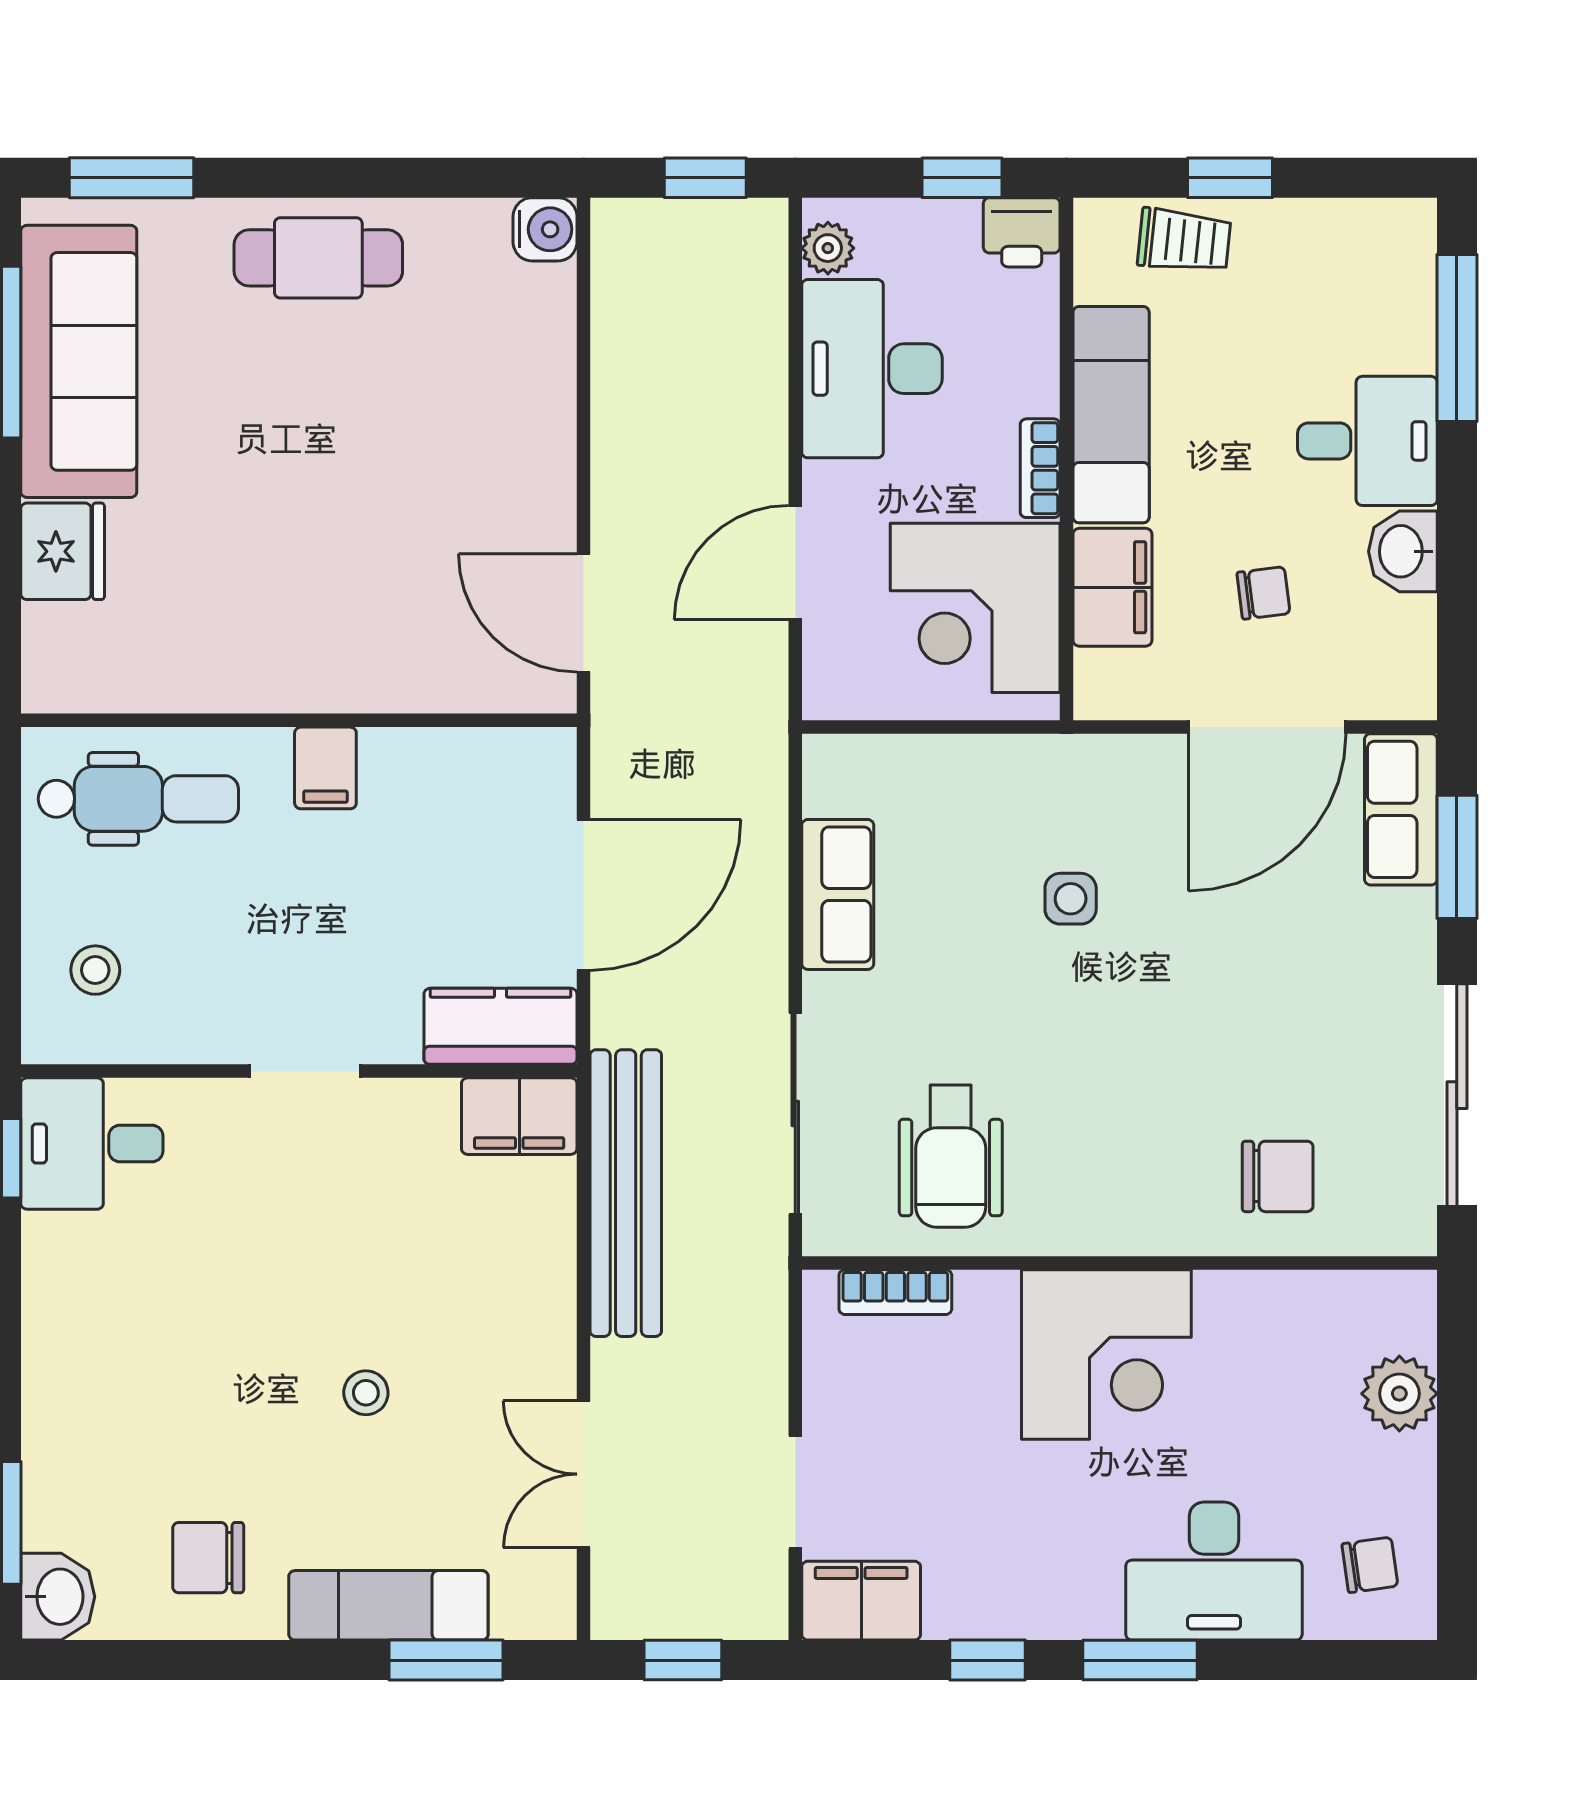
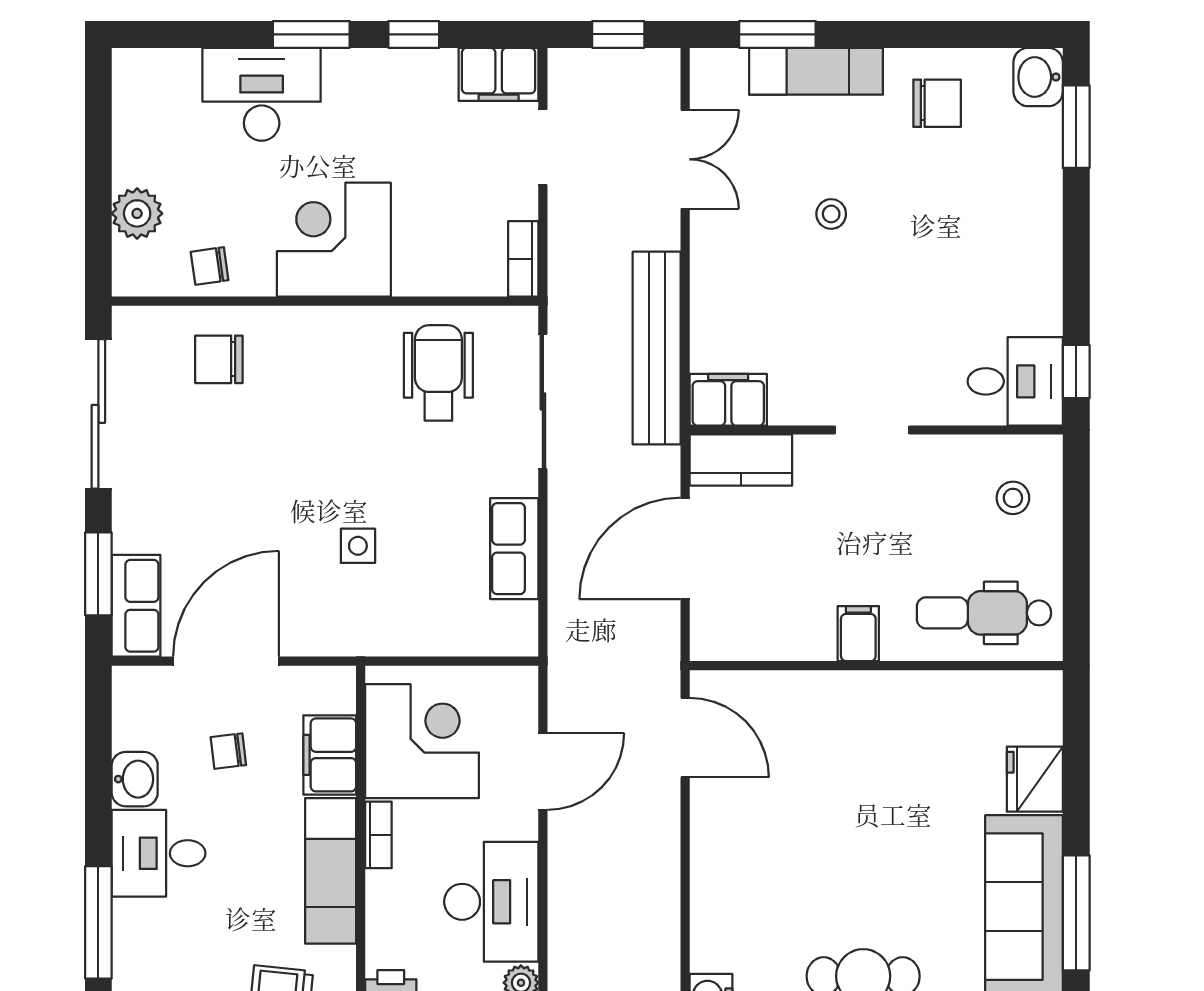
bookcase: (895, 1292) -> (523, 259), moved, turned -90
chair: (1370, 1565) -> (210, 266), moved

